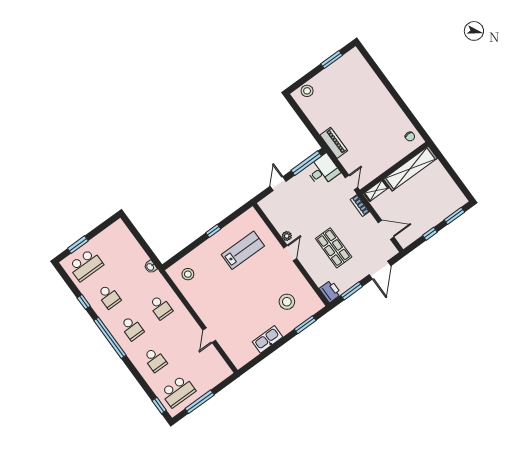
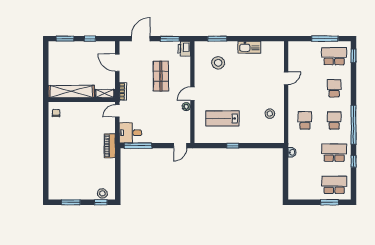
window: (302, 81) -> (101, 202), added
door: (278, 184) -> (180, 146), moved
stool: (188, 274) -> (270, 114), moved
school desk: (109, 297) -> (334, 153), width x1.85

